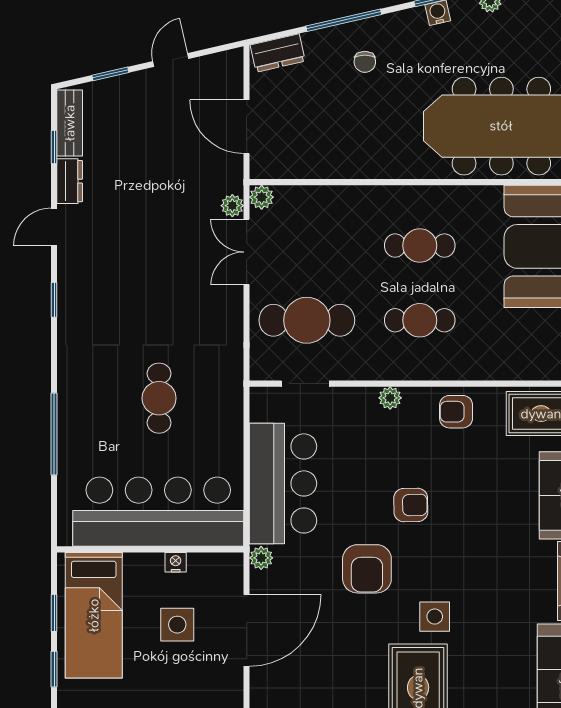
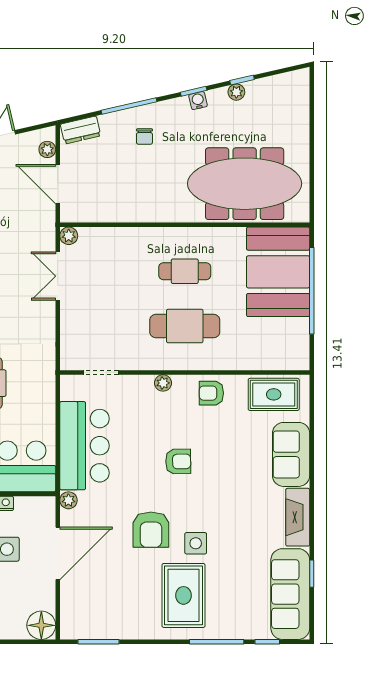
plant: (232, 206) -> (47, 149), moved
cafe table: (307, 320) -> (102, 326), removed
cafe table: (420, 320) -> (185, 326), width x1.37, depth x1.35
armchair: (367, 569) -> (151, 530), moved

